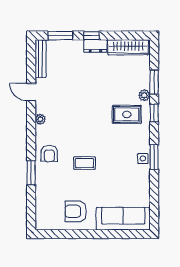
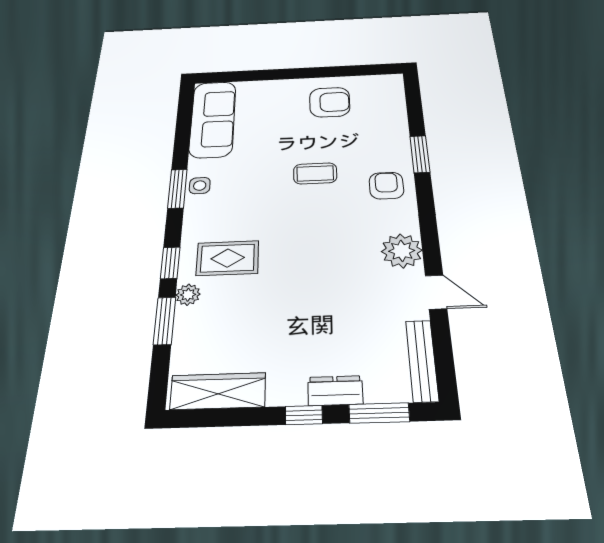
dresser: (95, 46) -> (335, 391), moved
plant: (40, 119) -> (402, 251), width x1.87, depth x1.87
sofa: (123, 219) -> (213, 119), moved, turned -90

